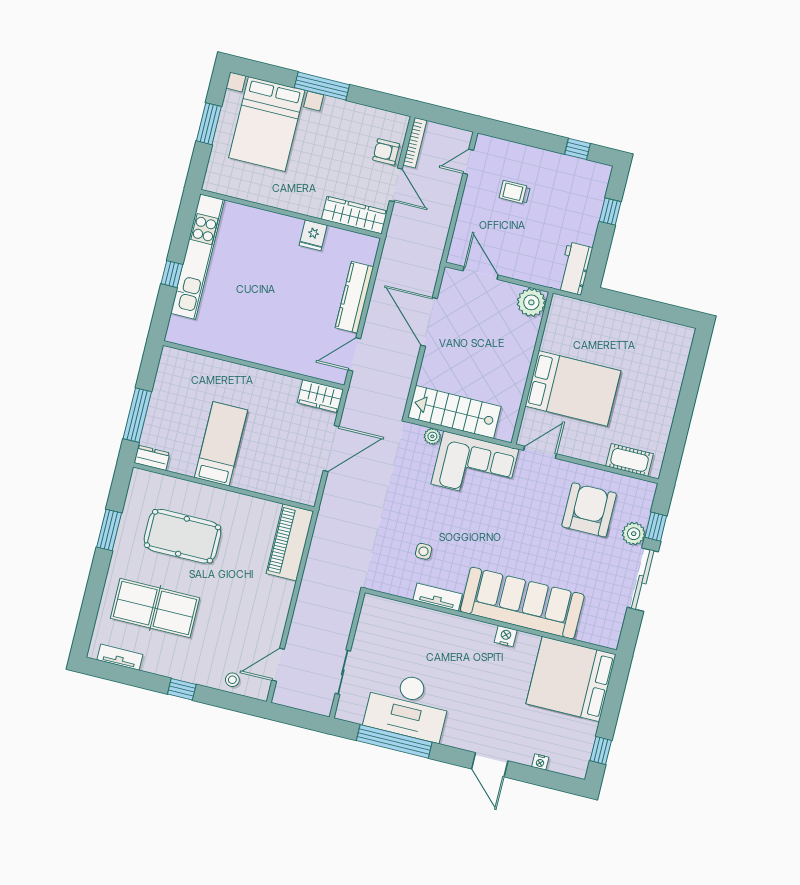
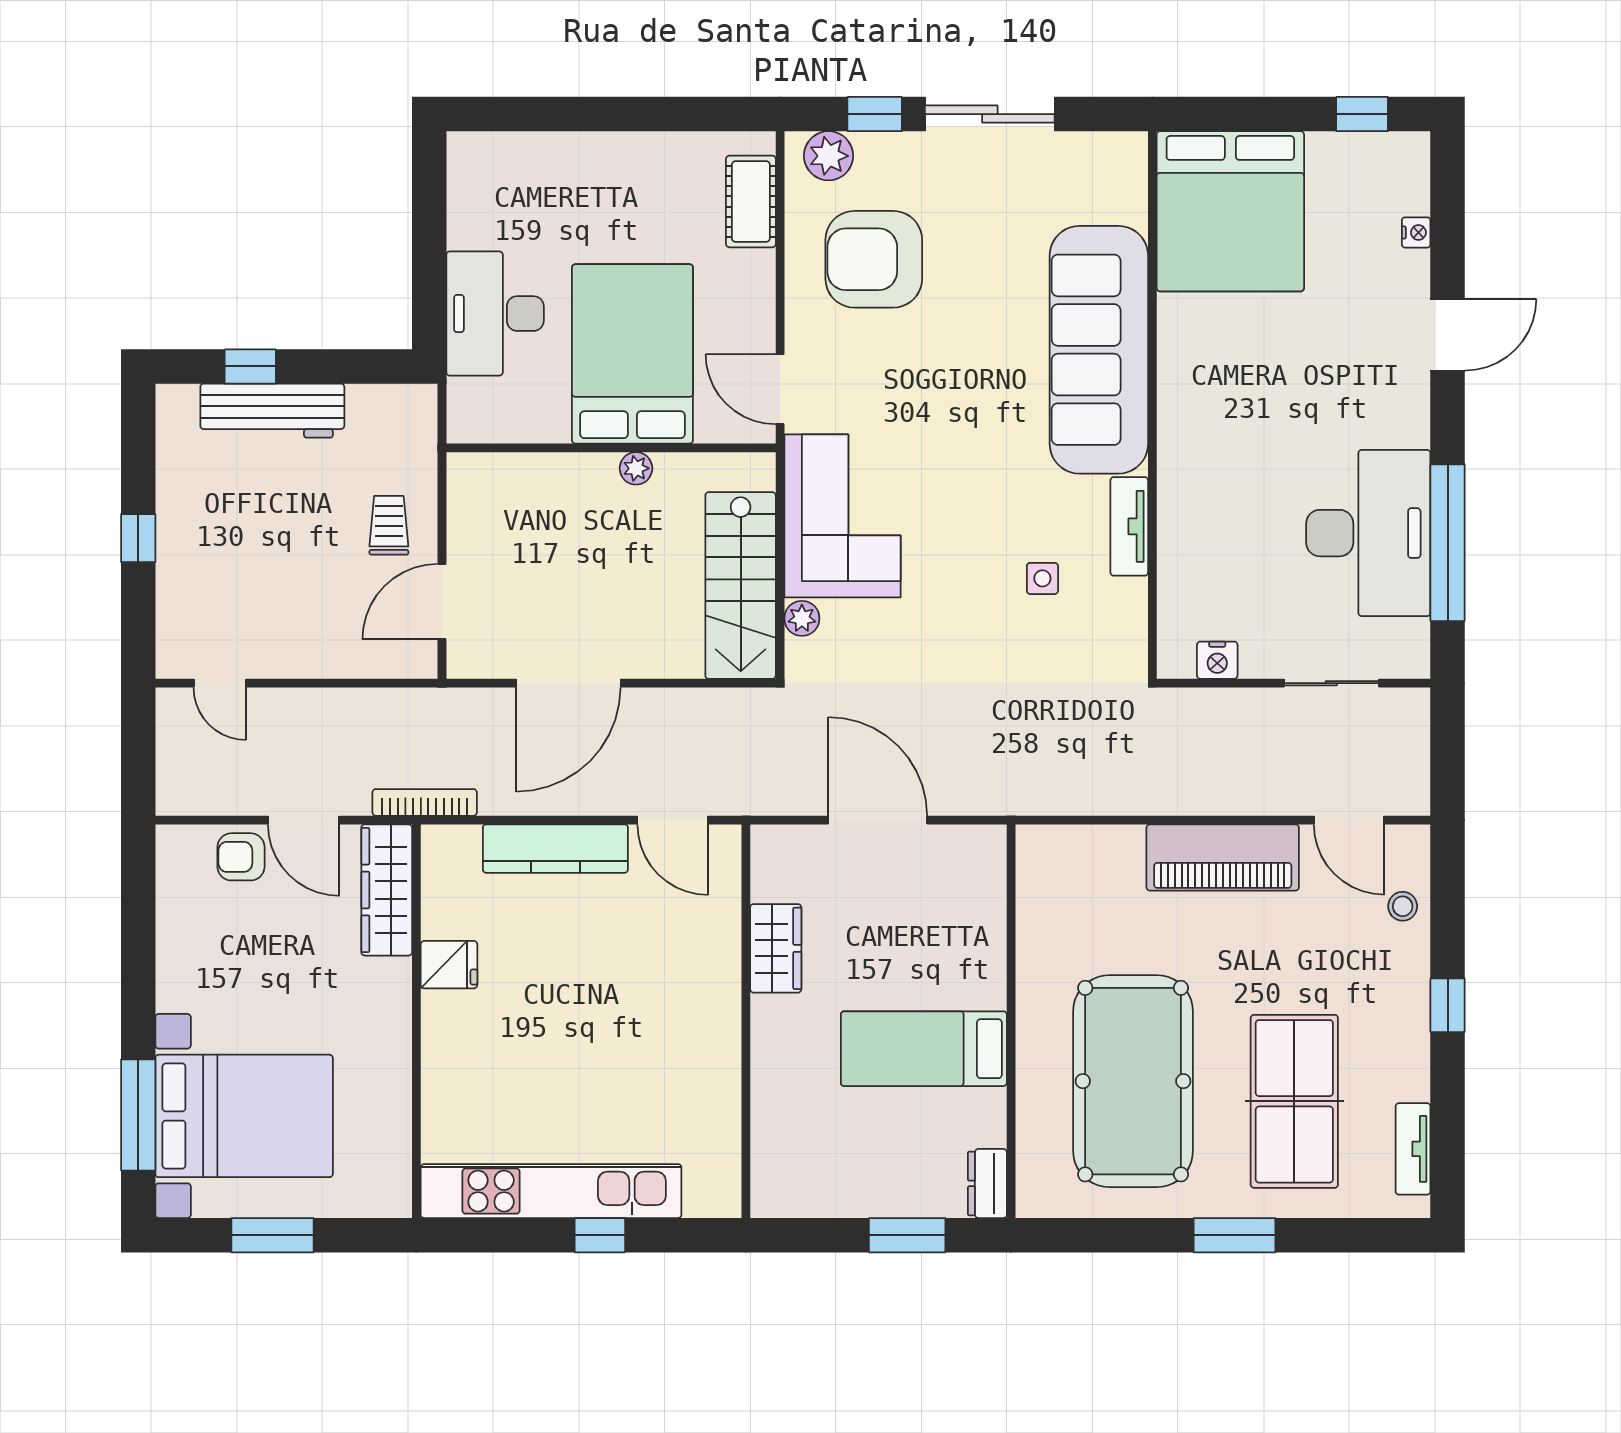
window: (322, 86) -> (138, 1115), moved
bookcase: (415, 143) -> (425, 802), moved
window: (578, 149) -> (138, 538), moved
armchair: (386, 152) -> (241, 857), turned 90
door: (396, 185) -> (304, 820), swing flipped
trolley: (515, 192) -> (389, 525), moved, turned 180
workbench: (575, 269) -> (272, 411), moved, width x1.38
plant: (531, 302) -> (636, 468), moved, width x0.53, depth x0.53
desk: (607, 330) -> (495, 314), added
wardrobe: (320, 396) -> (776, 948), moved
window: (137, 415) -> (907, 1235), width x0.69
window: (109, 530) -> (1235, 1235), moved
plant: (634, 534) -> (829, 156), moved
pool table: (182, 536) -> (1133, 1081), width x1.36, depth x1.32
piano: (290, 542) -> (1223, 857), moved
nightstand: (506, 636) -> (1217, 660), moved, turned -90

